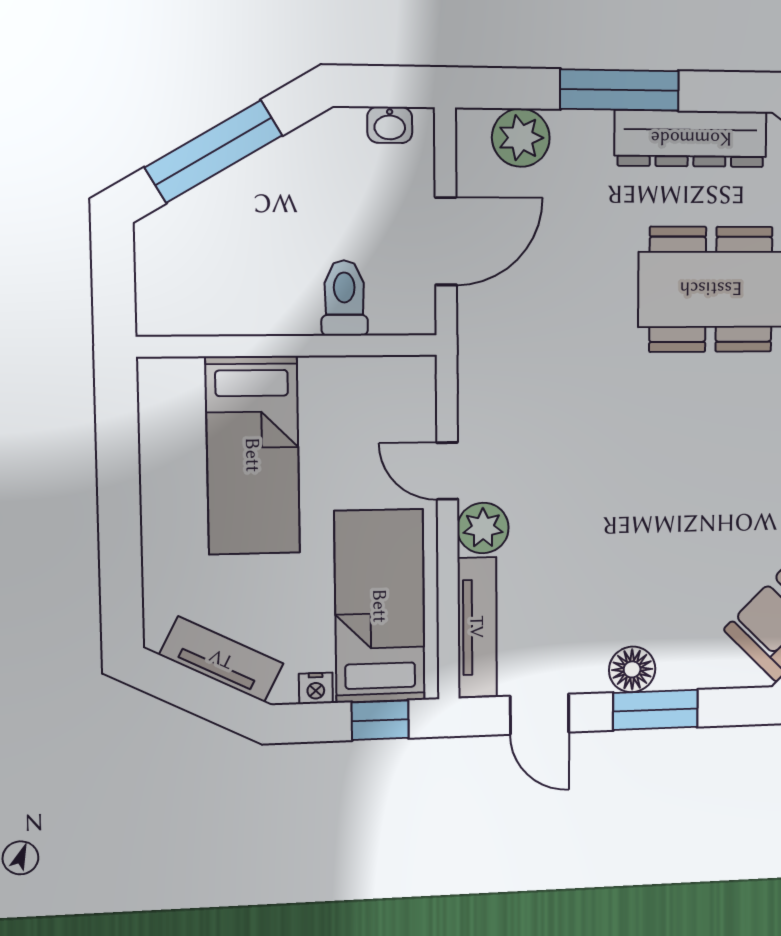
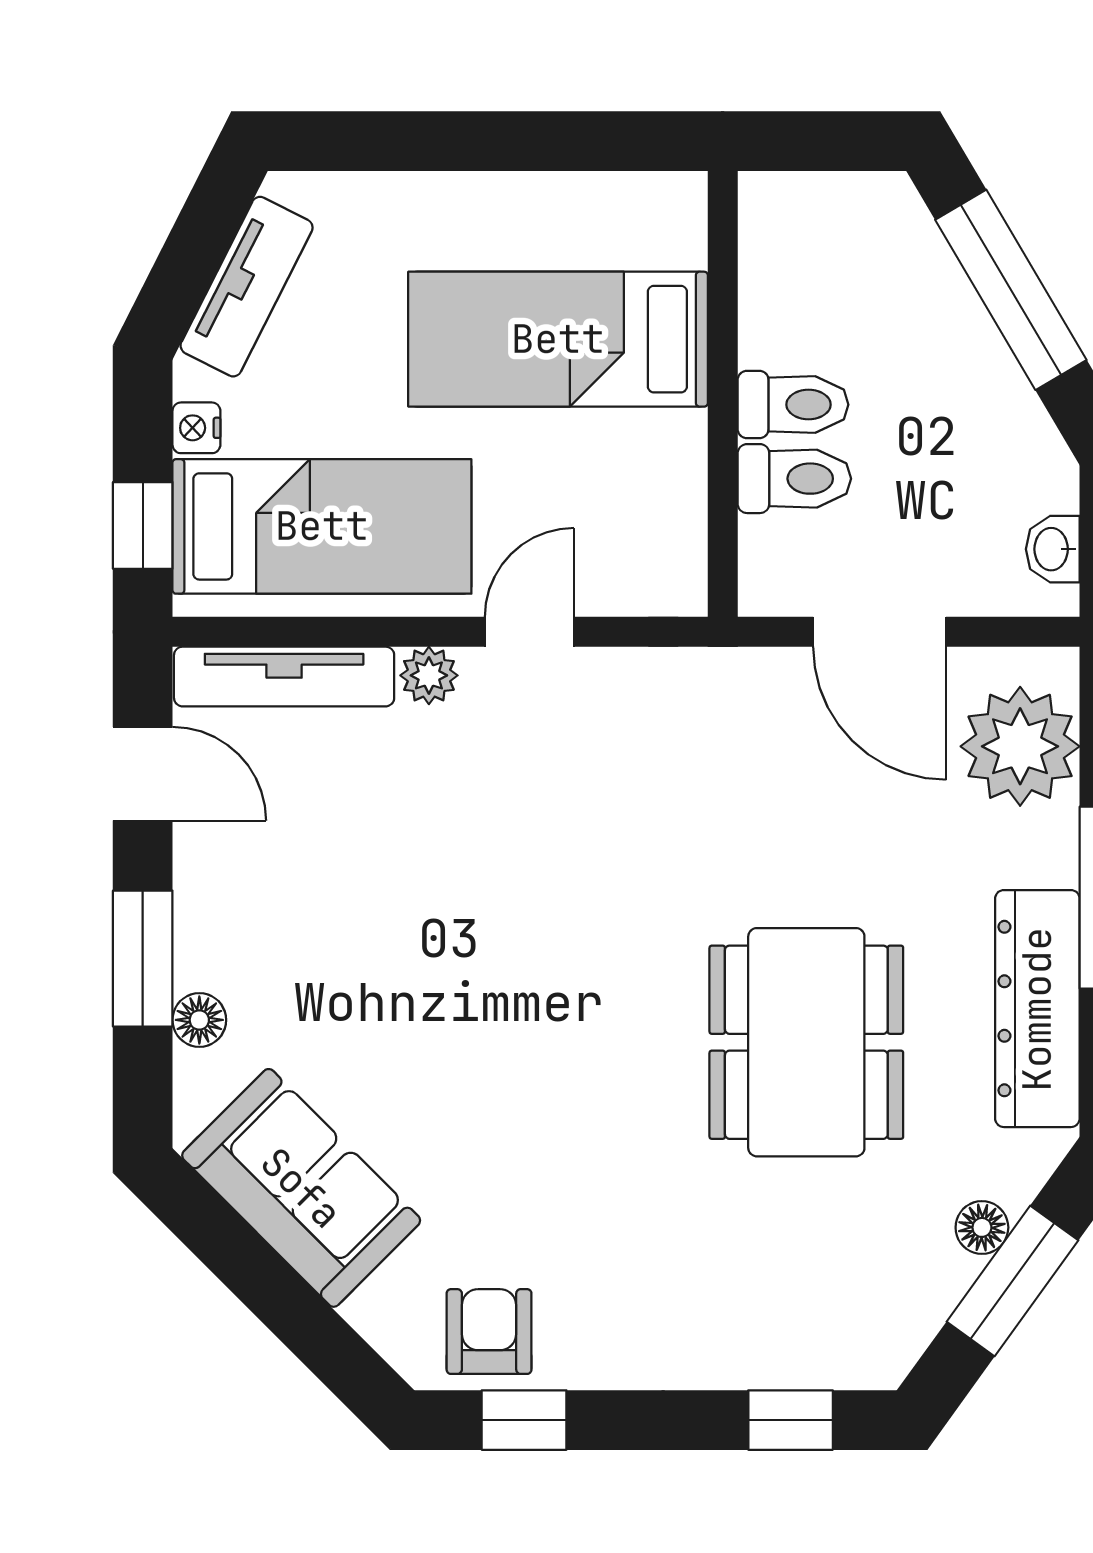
plant: (521, 138) -> (1020, 746), width x1.36, depth x1.36
toilet: (294, 299) -> (793, 405), added
plant: (483, 528) -> (429, 675), width x0.73, depth x0.73
floor lamp: (632, 669) -> (199, 1020), moved, width x0.73, depth x0.73
door: (539, 714) -> (143, 774), swing flipped

